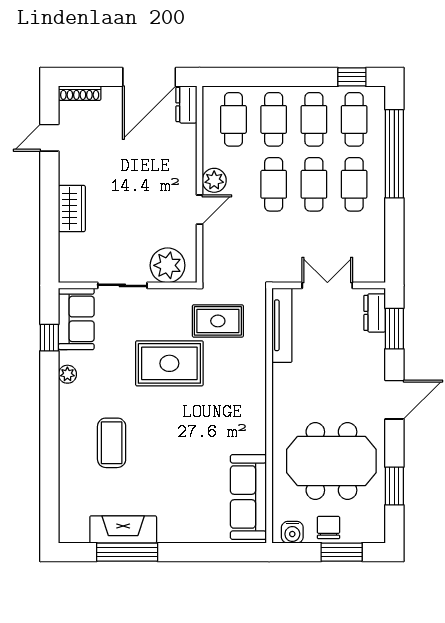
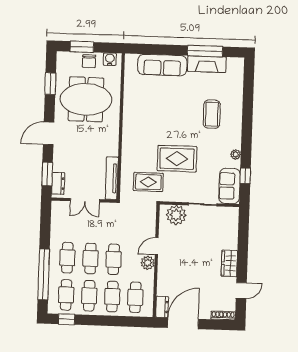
wardrobe: (72, 208) -> (229, 263), moved
sofa: (248, 497) -> (162, 65), moved, turned 90

